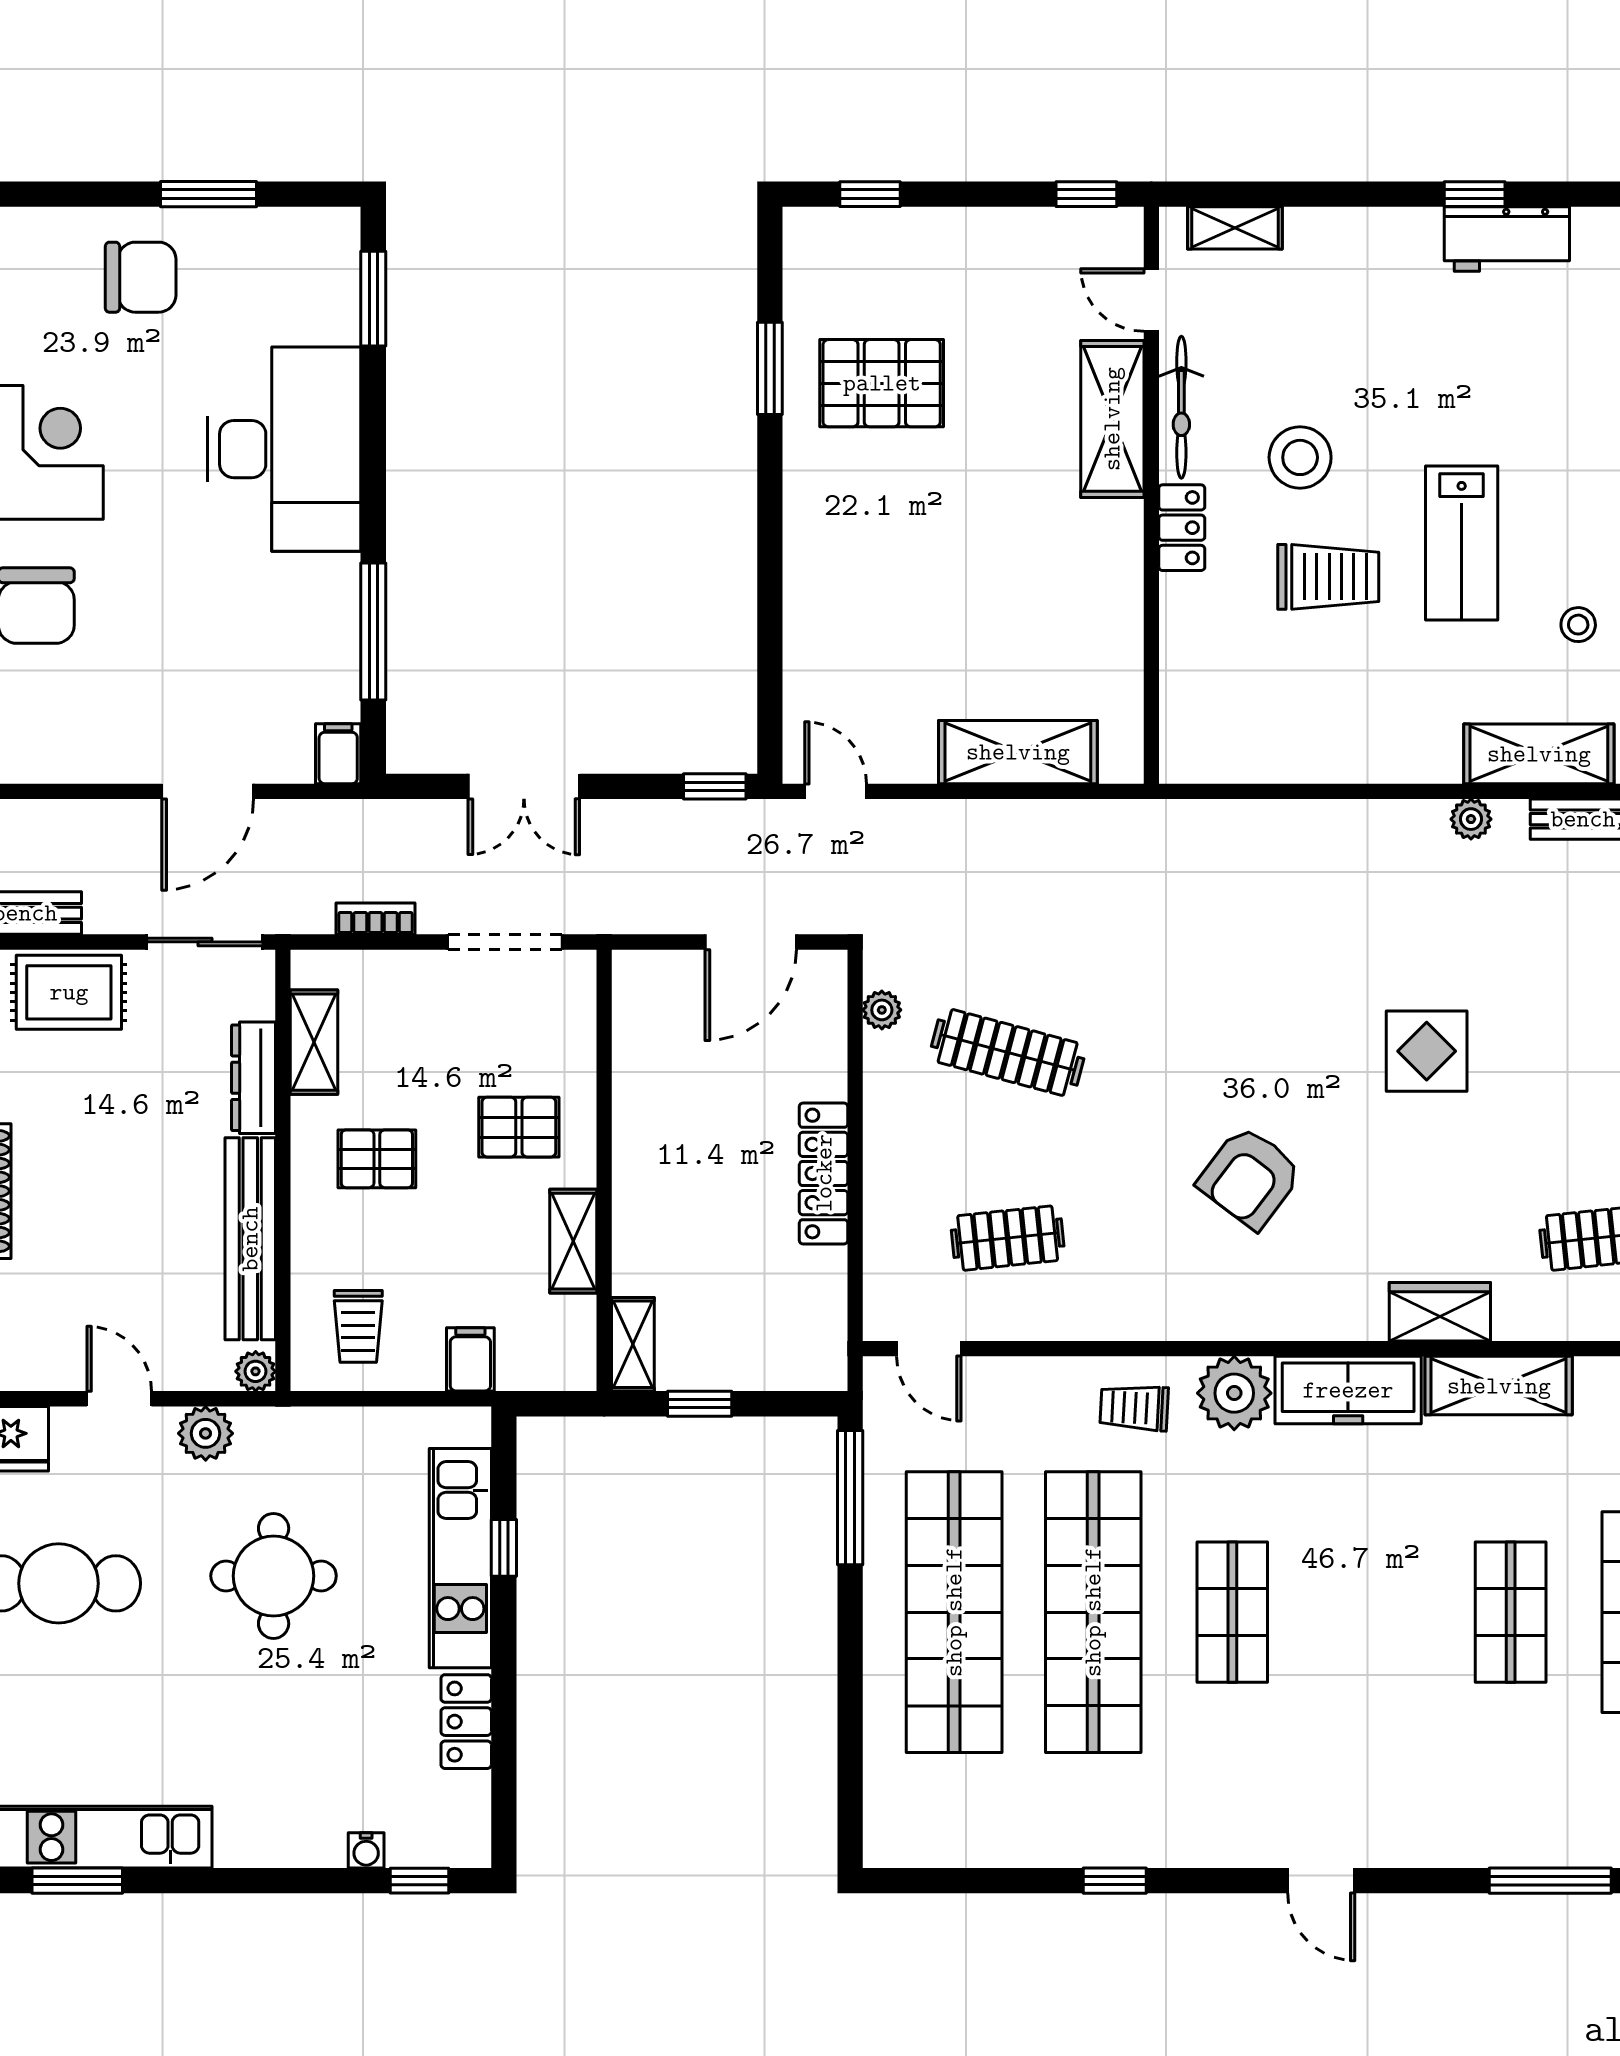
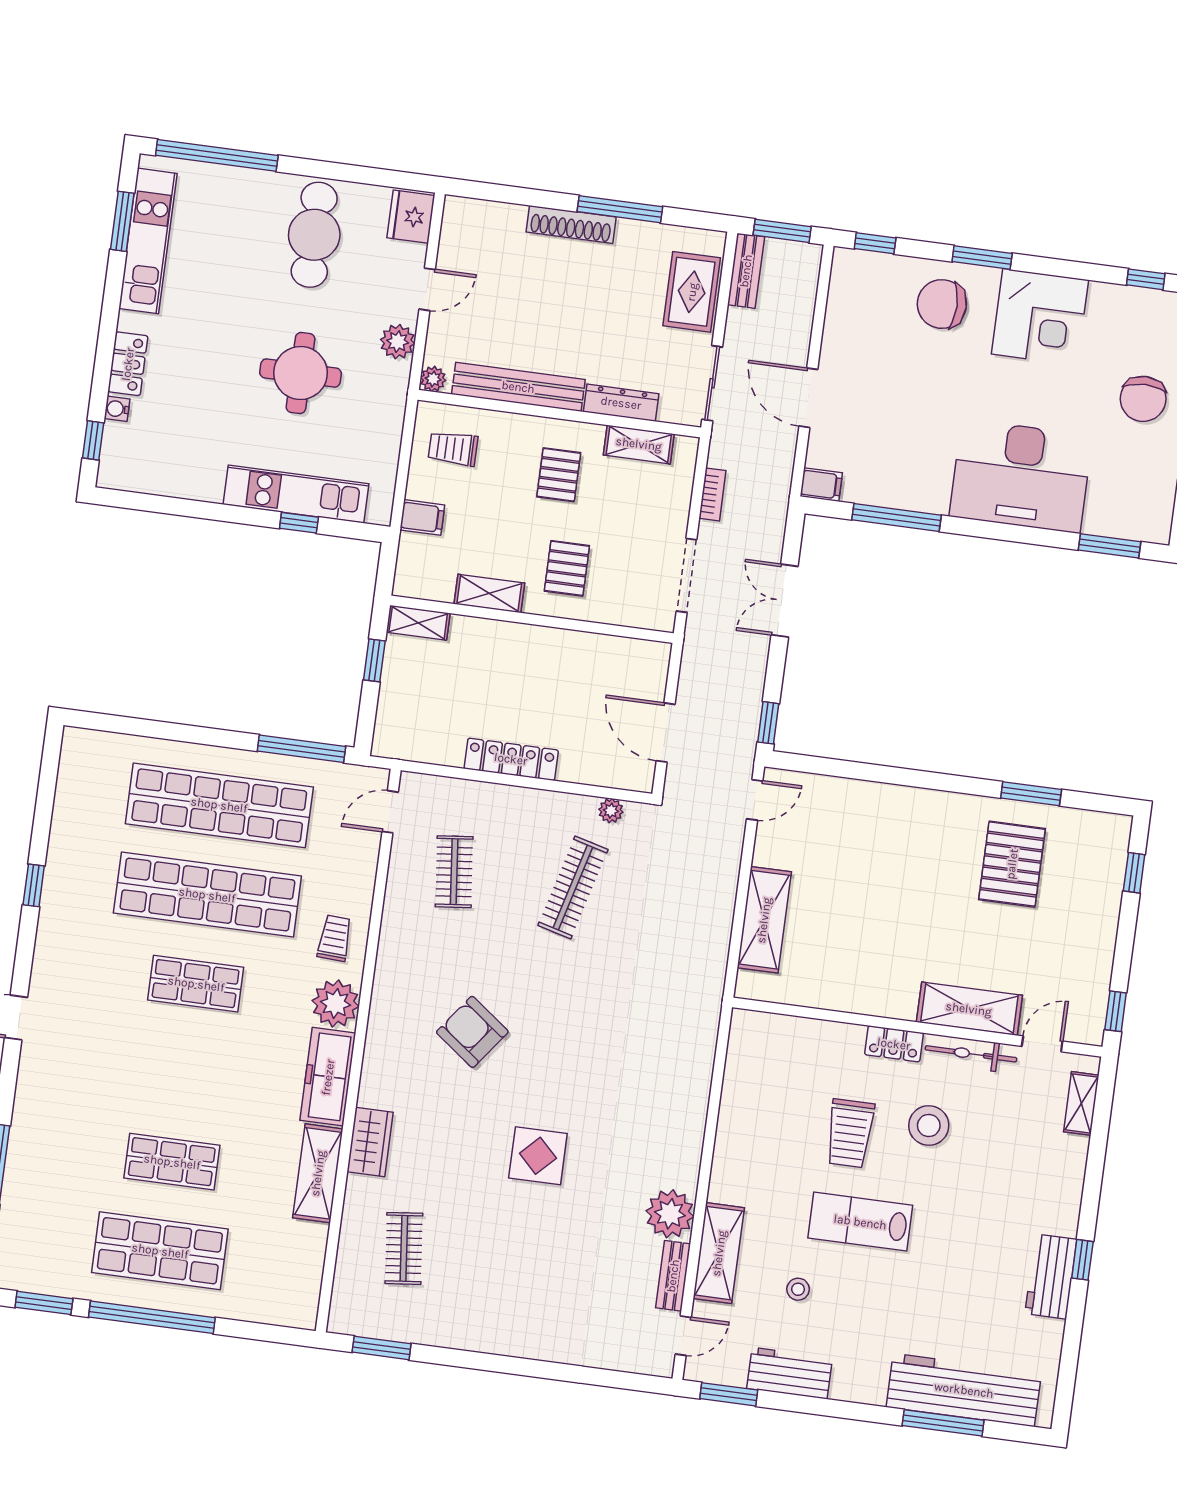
plant: (1471, 819) -> (670, 1214), width x1.87, depth x1.87
locker: (466, 1722) -> (128, 364), moved, turned 90

